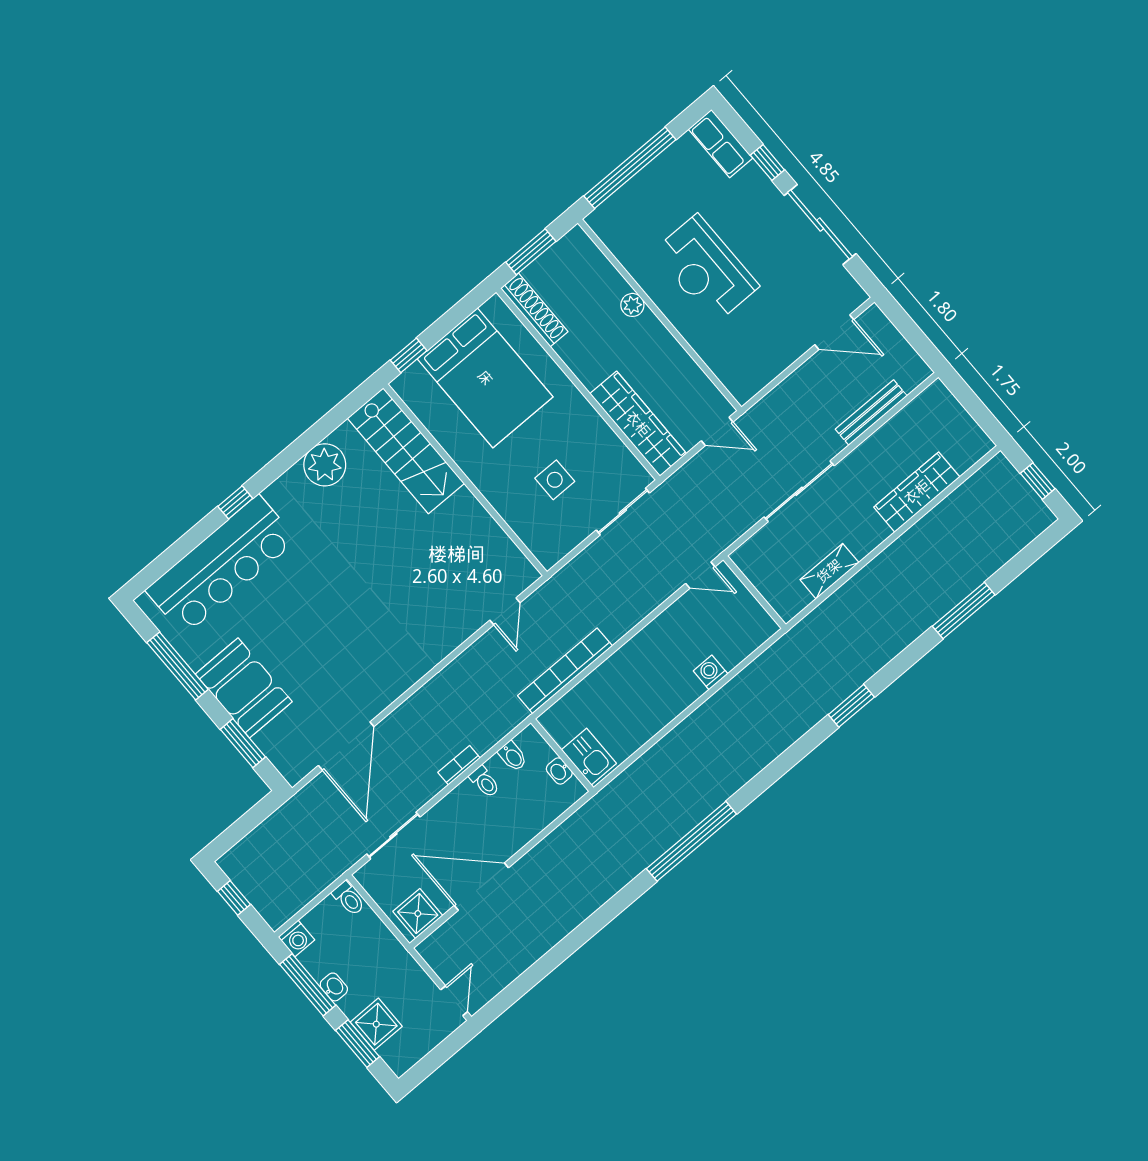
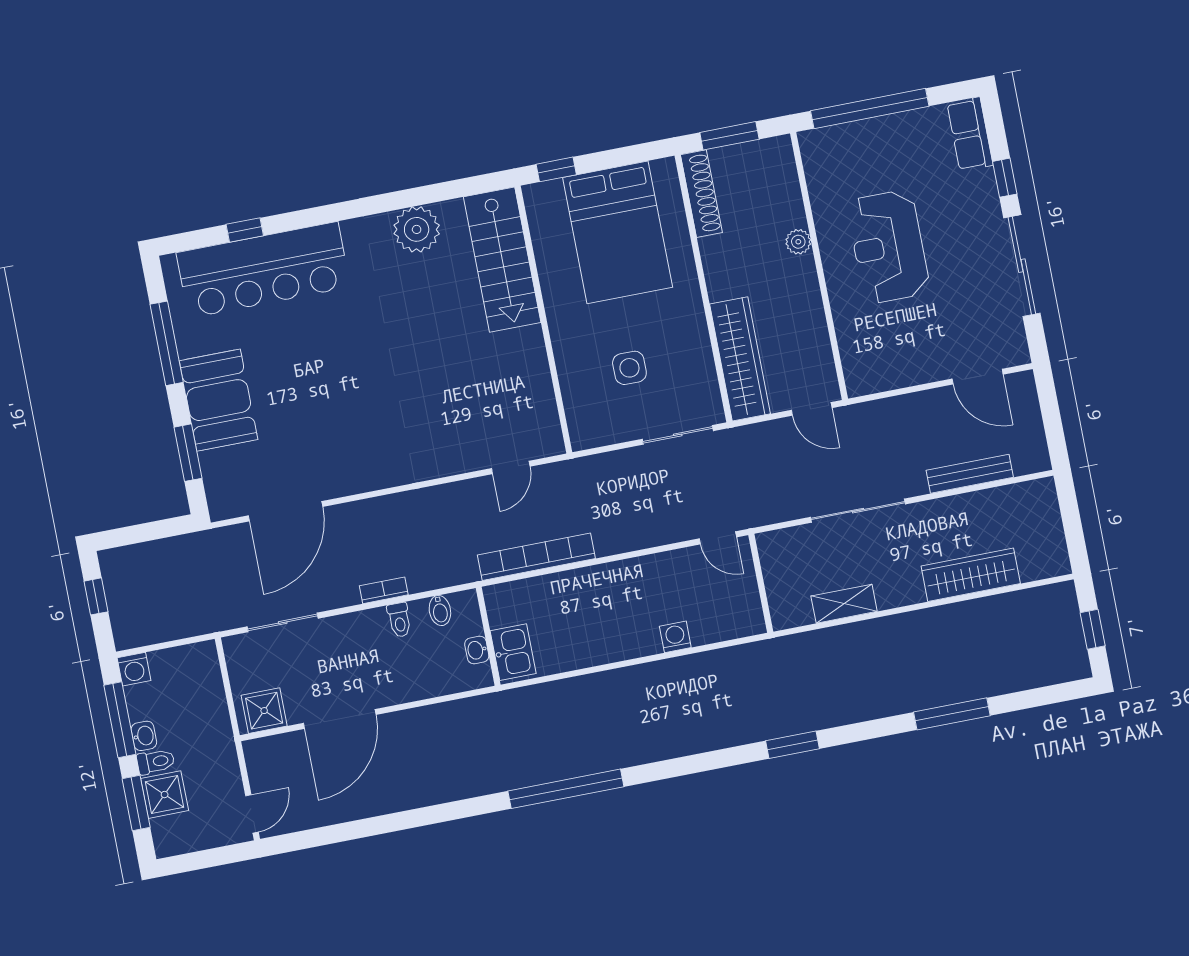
window: (235, 502) -> (245, 230), moved
door: (481, 887) -> (340, 719), swing flipped
toilet: (349, 899) -> (156, 762), moved, turned -90

